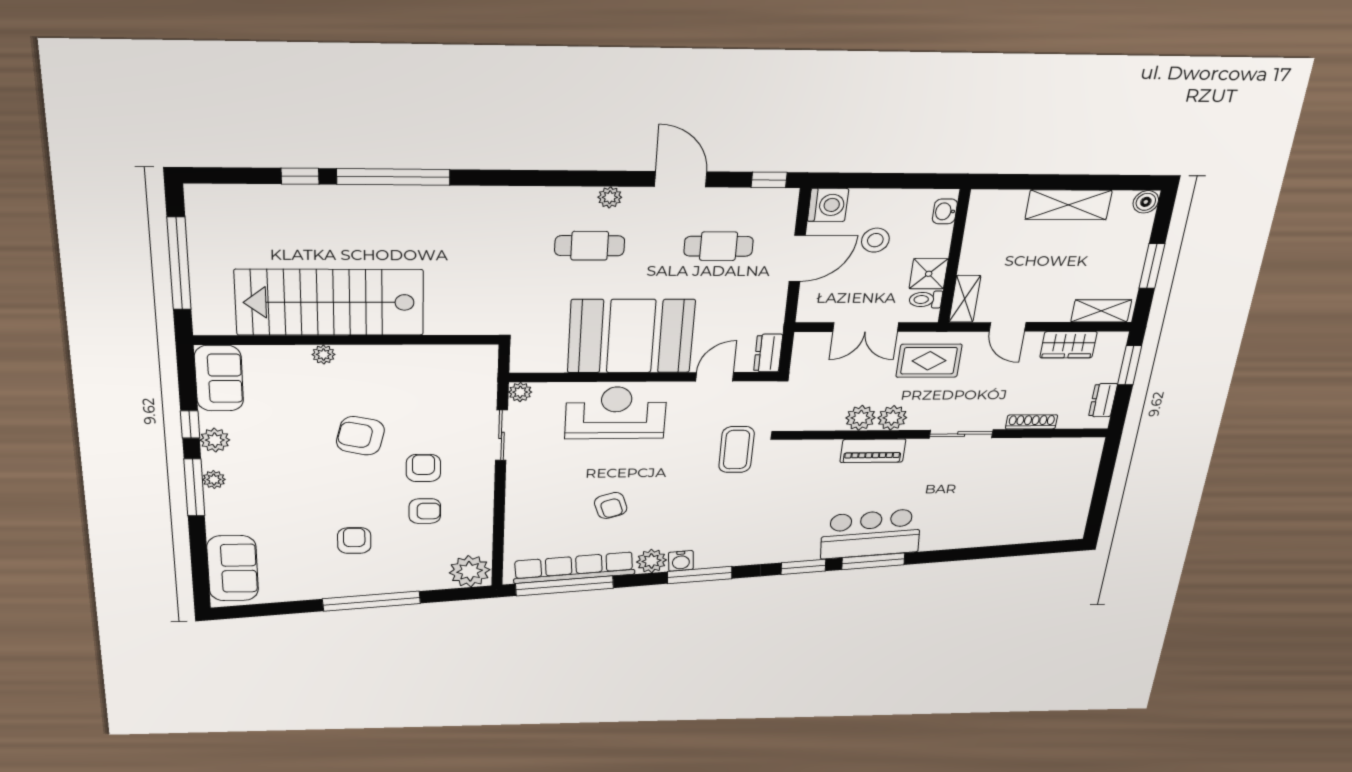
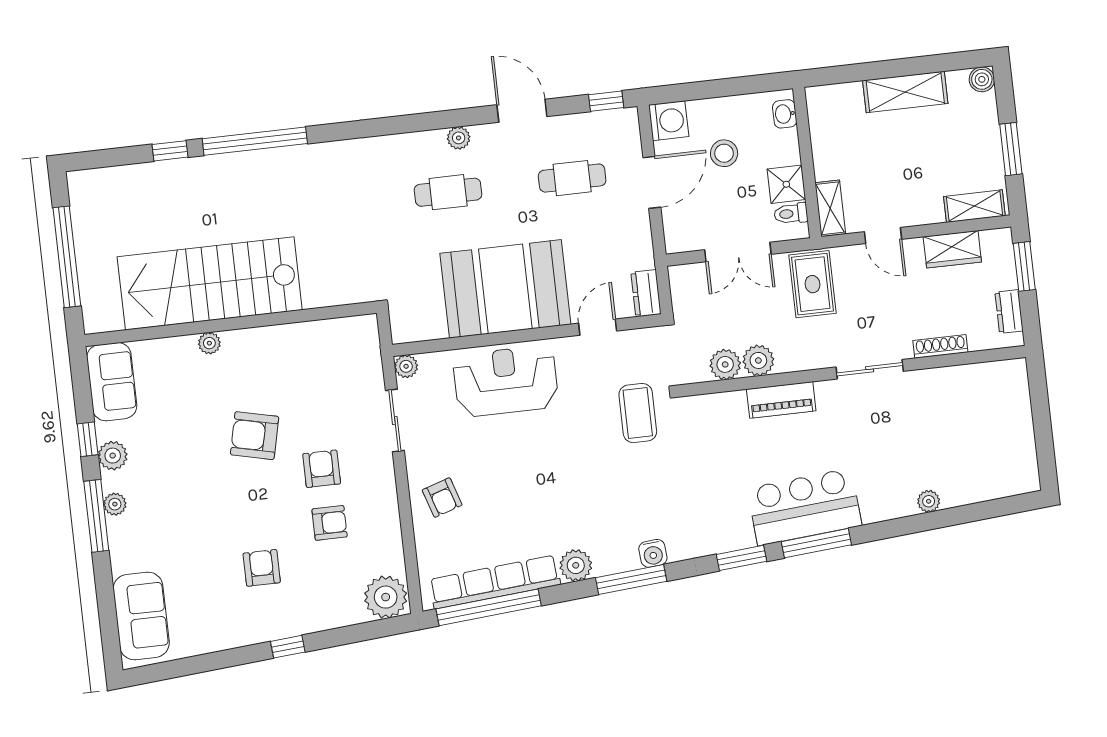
rug: (929, 361) -> (812, 284), turned 90
plant: (892, 418) -> (725, 364), moved
armchair: (611, 506) -> (442, 498), moved
plant: (982, 538) -> (929, 501), added
water cooler: (681, 561) -> (653, 553), moved
window: (371, 601) -> (288, 647), width x0.32

